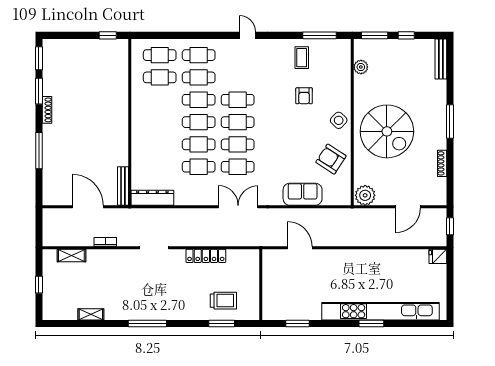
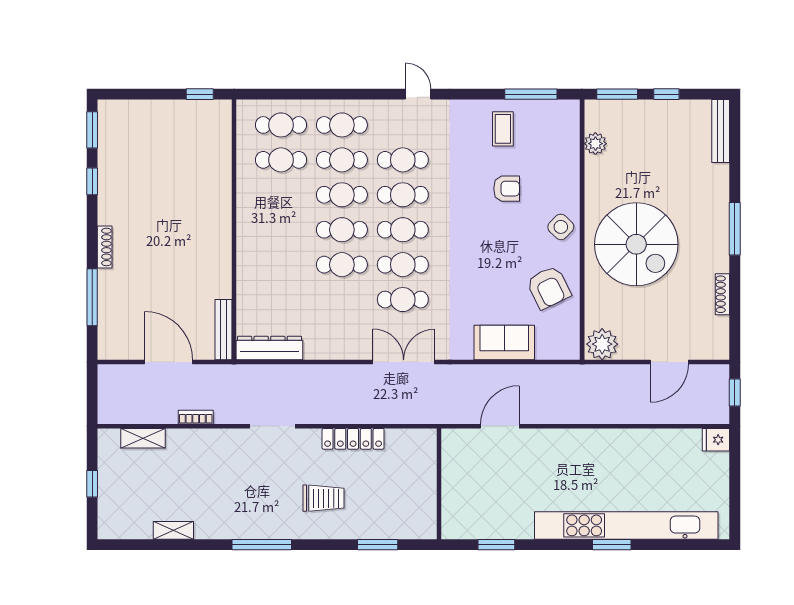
window: (39, 91) -> (92, 181), width x0.67
armchair: (304, 96) -> (507, 189), turned -90
shoe rack: (47, 110) -> (105, 247), moved
window: (39, 151) -> (92, 297), moved
armchair: (331, 159) -> (549, 287), turned -149
cafe table: (199, 167) -> (403, 160), moved
door: (300, 248) -> (500, 426), hinge flipped
trolley: (223, 301) -> (323, 498), moved

